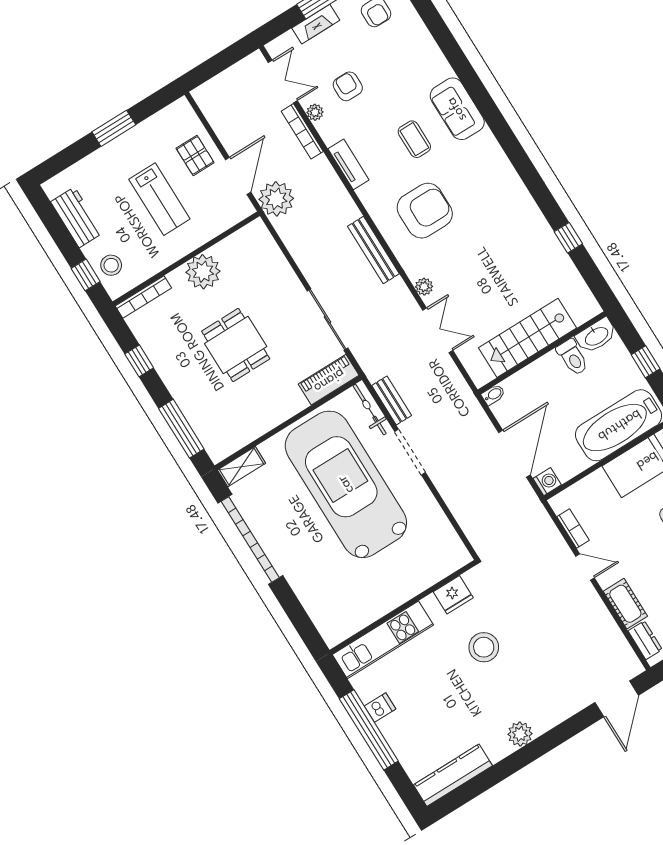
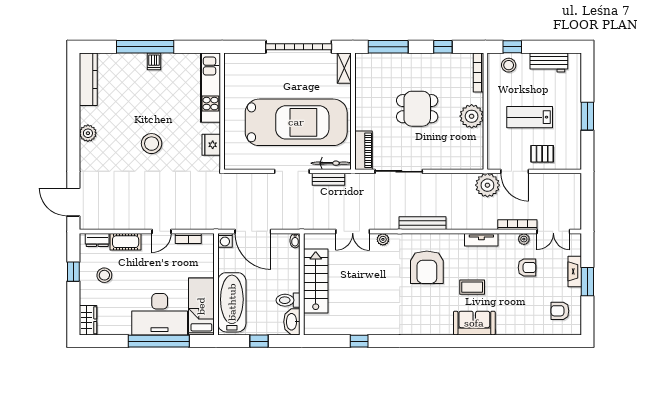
fridge: (453, 595) -> (211, 145), moved
wall: (403, 607) -> (222, 111), moved
kitchen unit: (383, 640) -> (210, 88), moved

